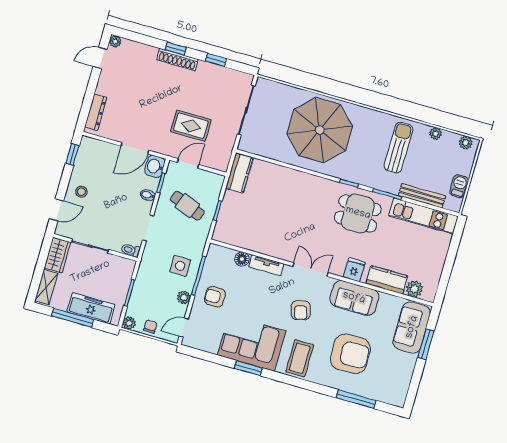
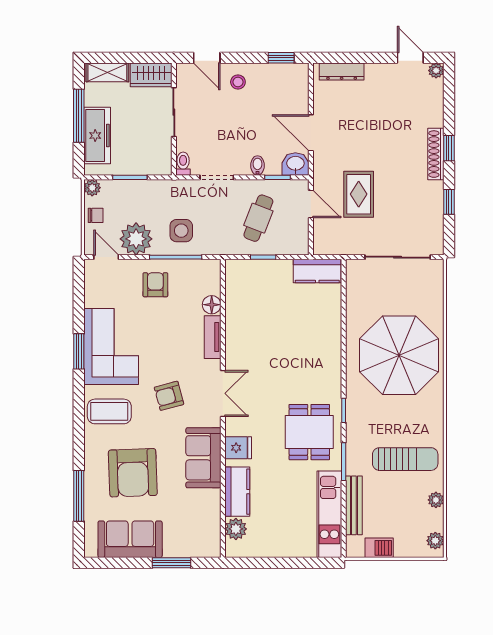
plant: (184, 297) -> (136, 239), width x1.87, depth x1.87
sofa: (412, 327) -> (130, 539), moved

